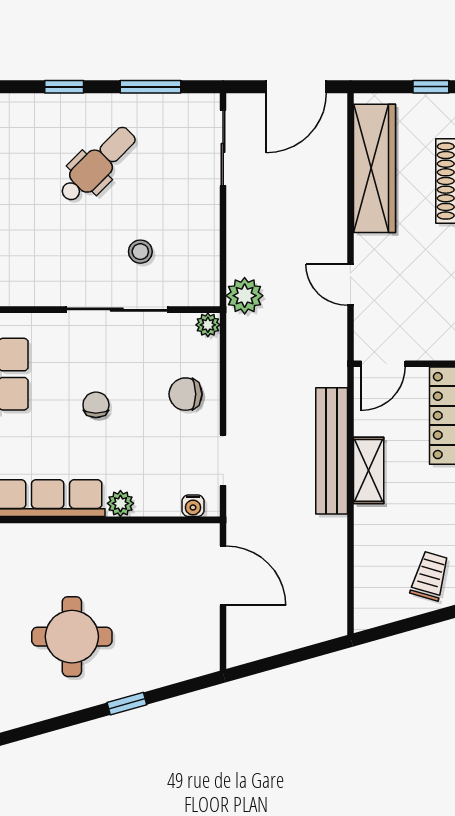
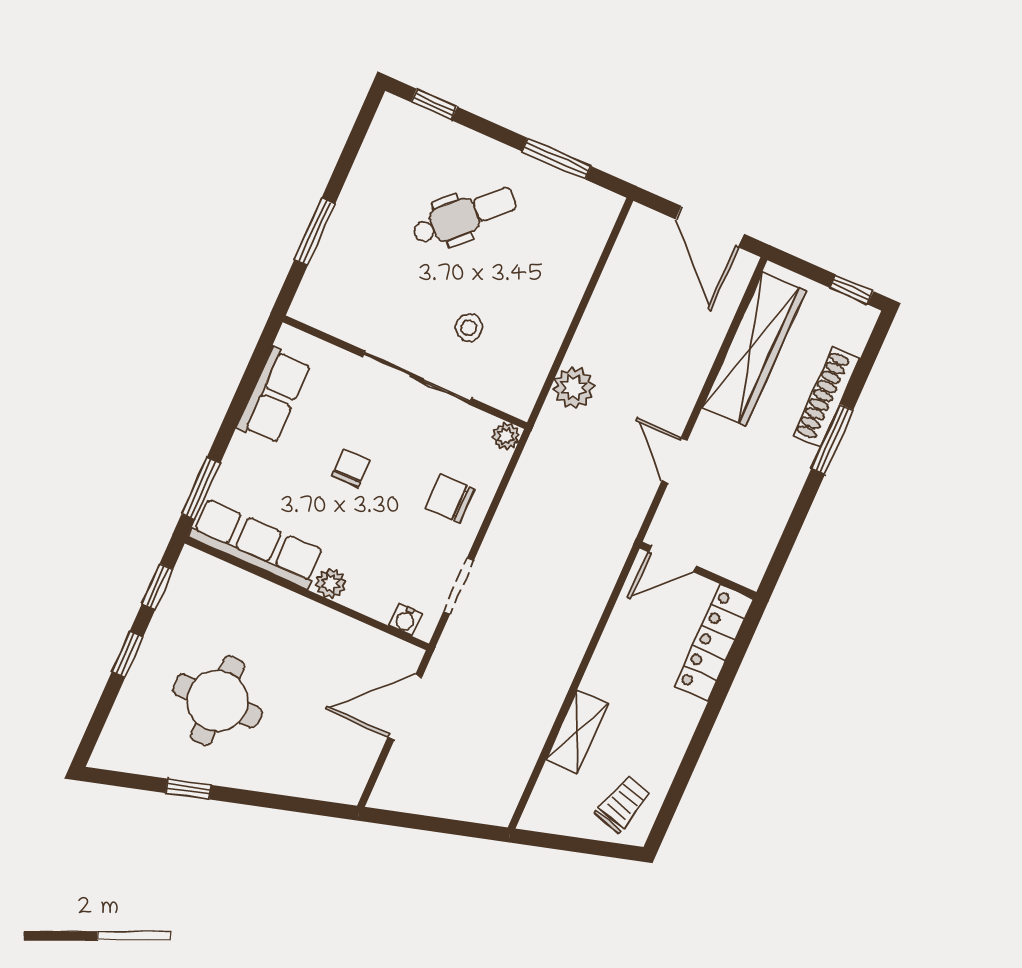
window: (64, 87) -> (434, 104), moved
door: (296, 87) -> (710, 227), hinge flipped
sliding door: (223, 148) -> (604, 257), removed
plant: (245, 296) -> (574, 388), moved
bench: (332, 451) -> (577, 626), removed
shelving: (369, 470) -> (577, 731), moved
door: (223, 576) -> (405, 707), swing flipped
window: (127, 704) -> (188, 789), moved

